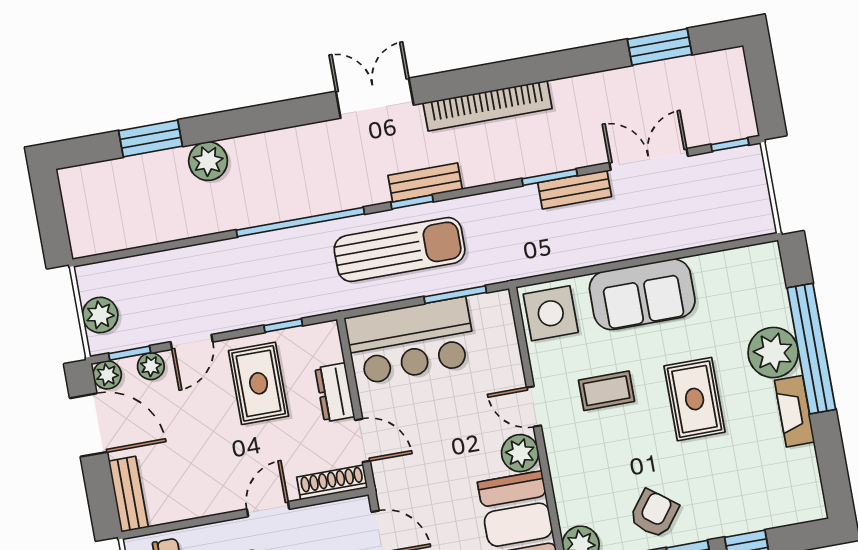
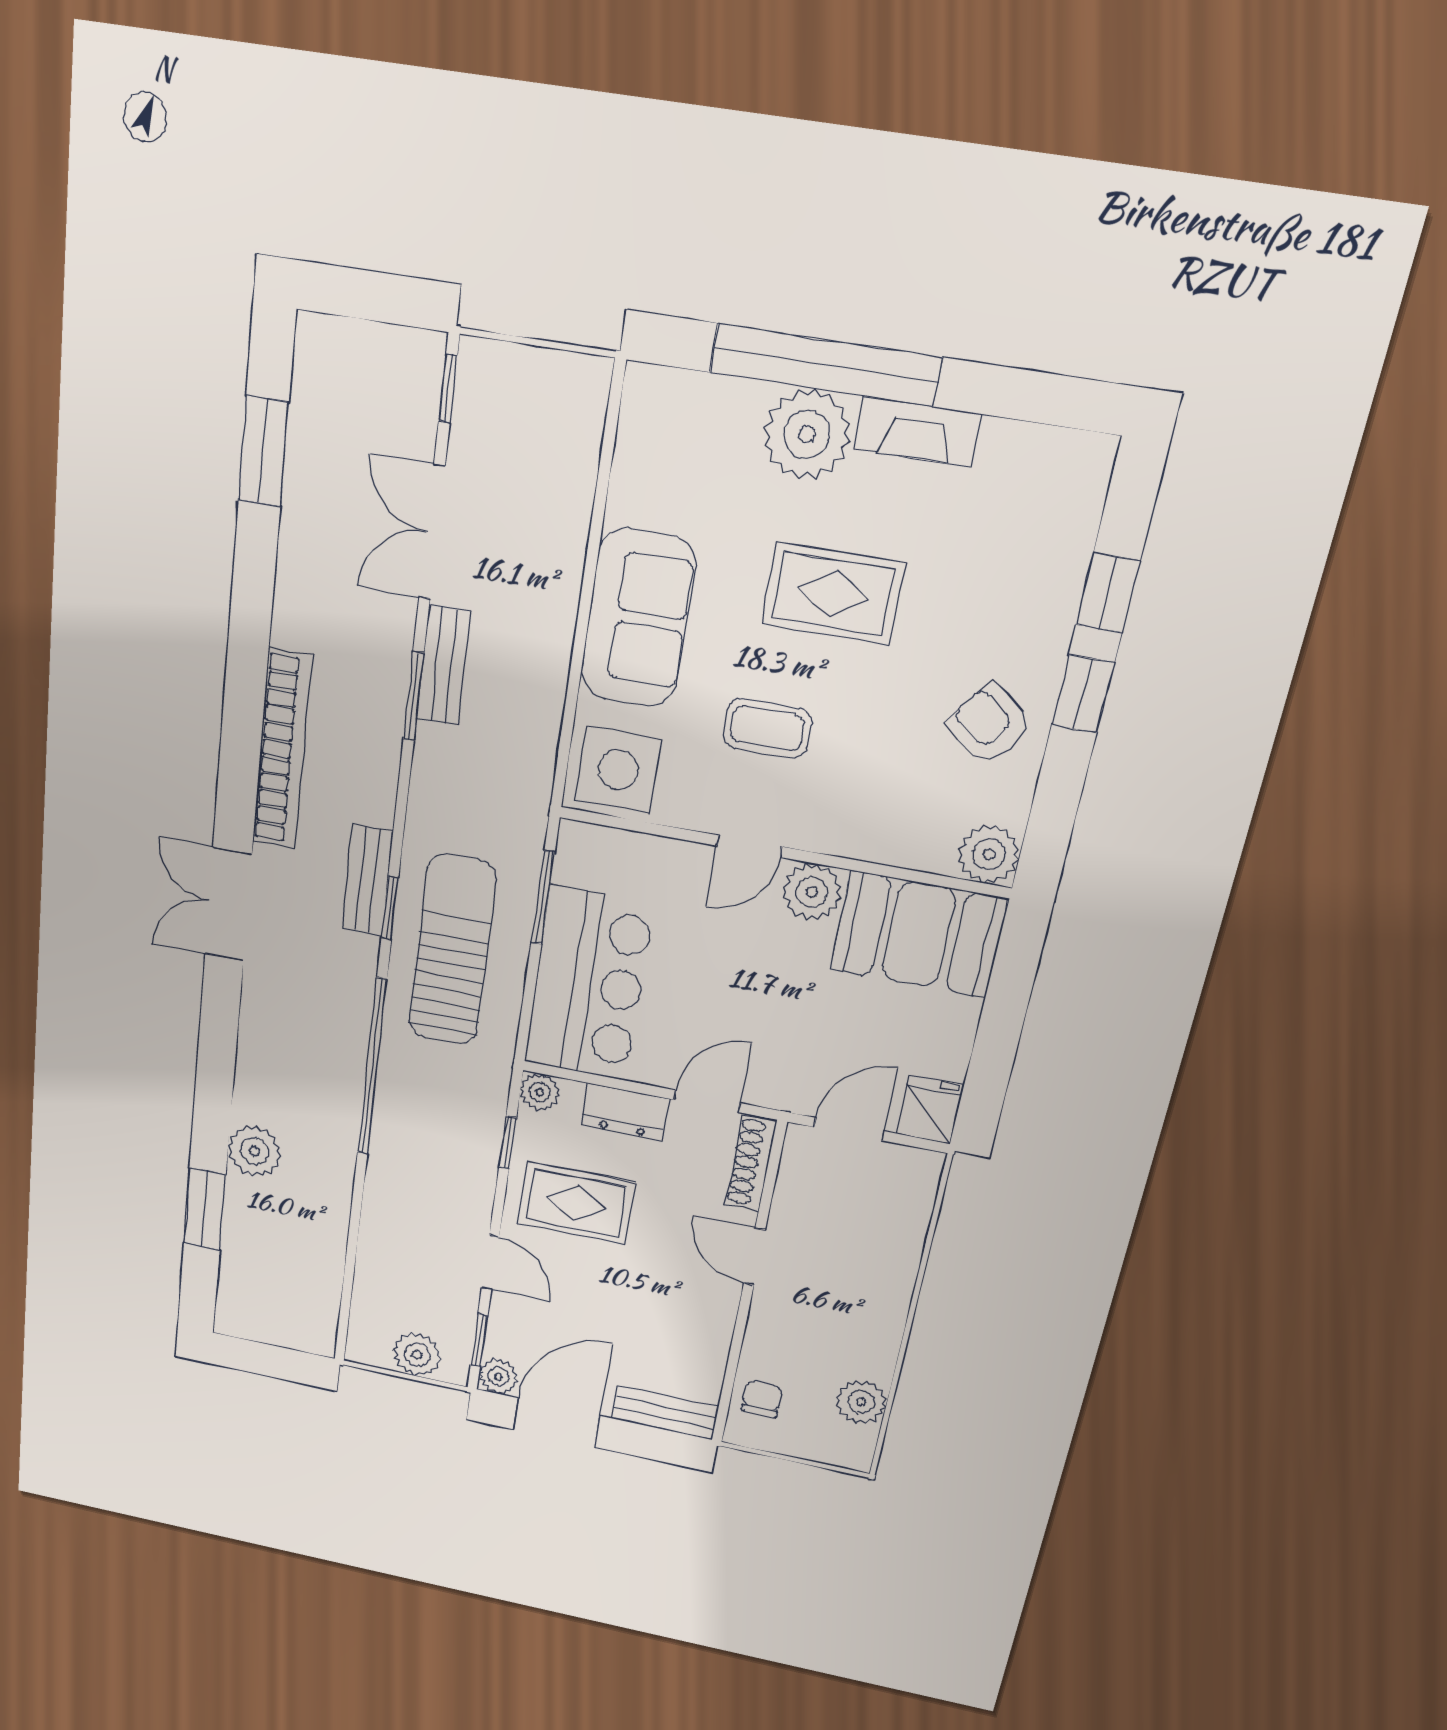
plant: (151, 366) -> (540, 1092), moved
coffee table: (606, 391) -> (767, 729), turned 90

